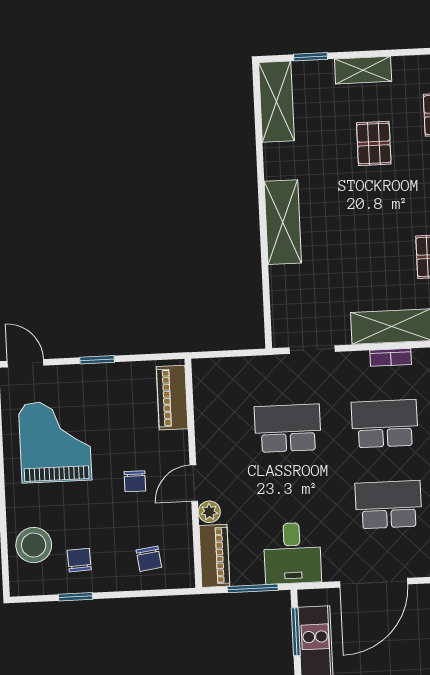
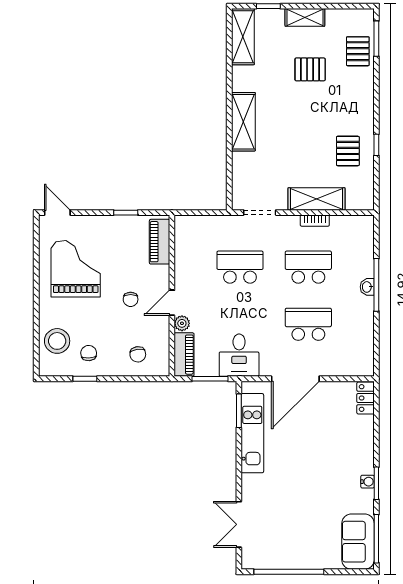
pallet: (374, 143) -> (310, 69), turned 90
window: (97, 360) -> (126, 213), moved

